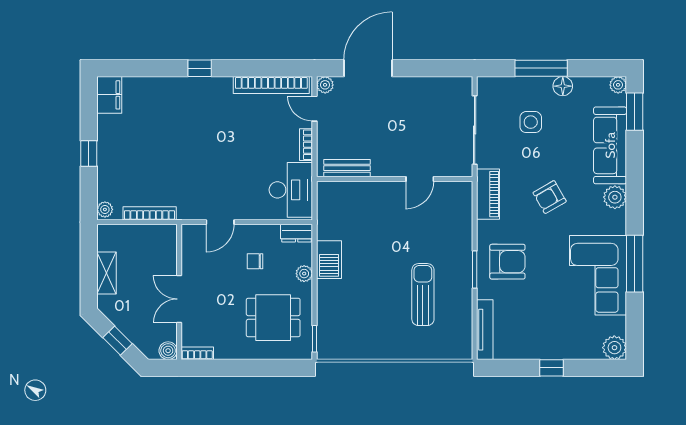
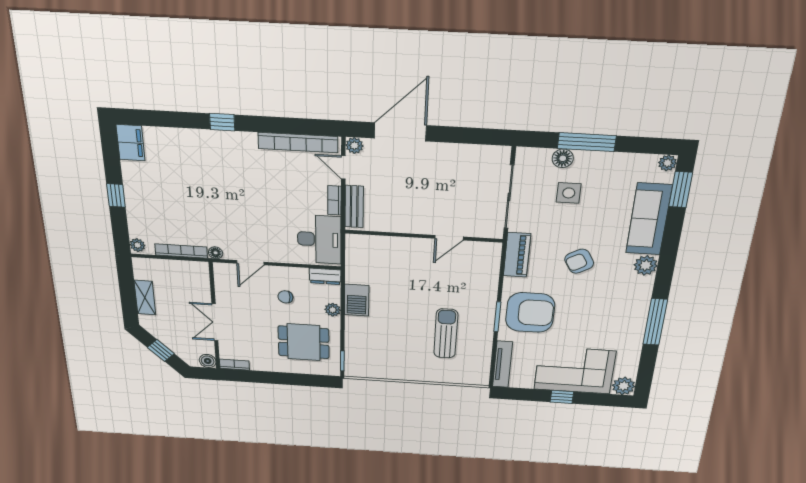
floor lamp: (563, 86) -> (563, 158), moved
bench: (347, 168) -> (354, 207), moved, turned 90
floor lamp: (185, 213) -> (216, 253), added
armchair: (507, 262) -> (530, 313), width x1.36, depth x1.36
corner sofa: (598, 275) -> (575, 370), moved, turned 90

